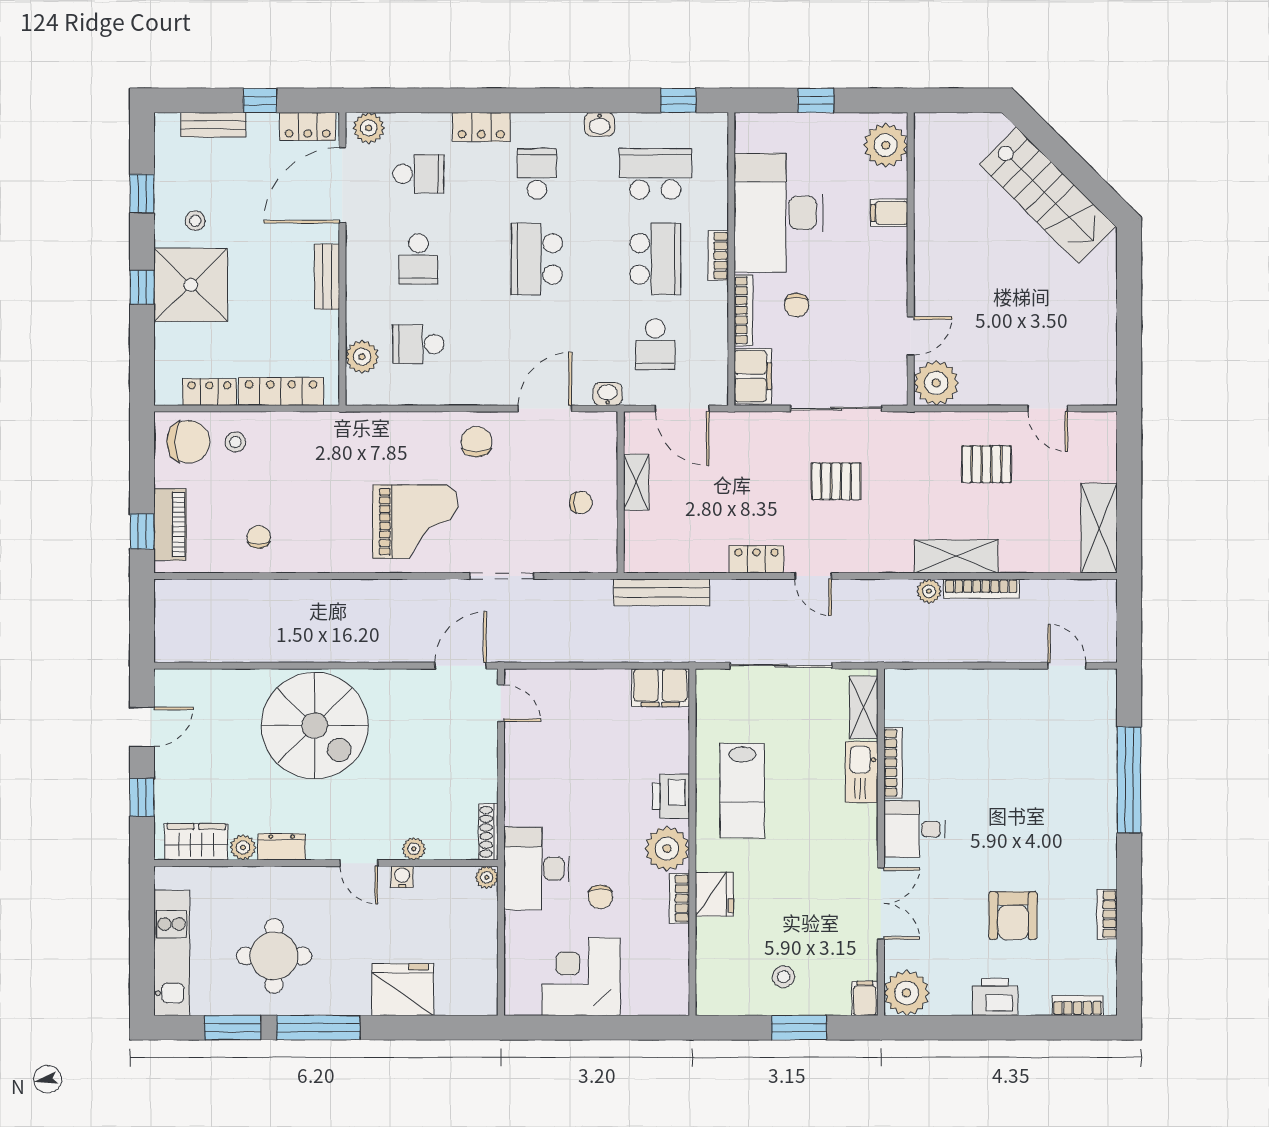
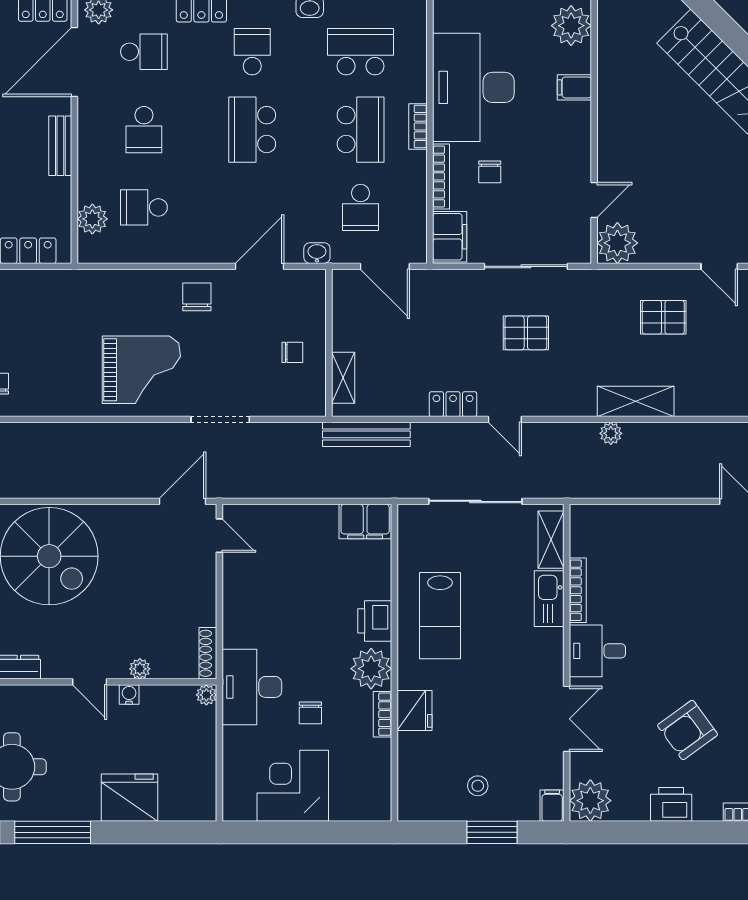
shelving: (636, 482) -> (343, 378), moved
bookcase: (981, 589) -> (659, 431), removed
armchair: (1013, 916) -> (688, 730), turned 54

